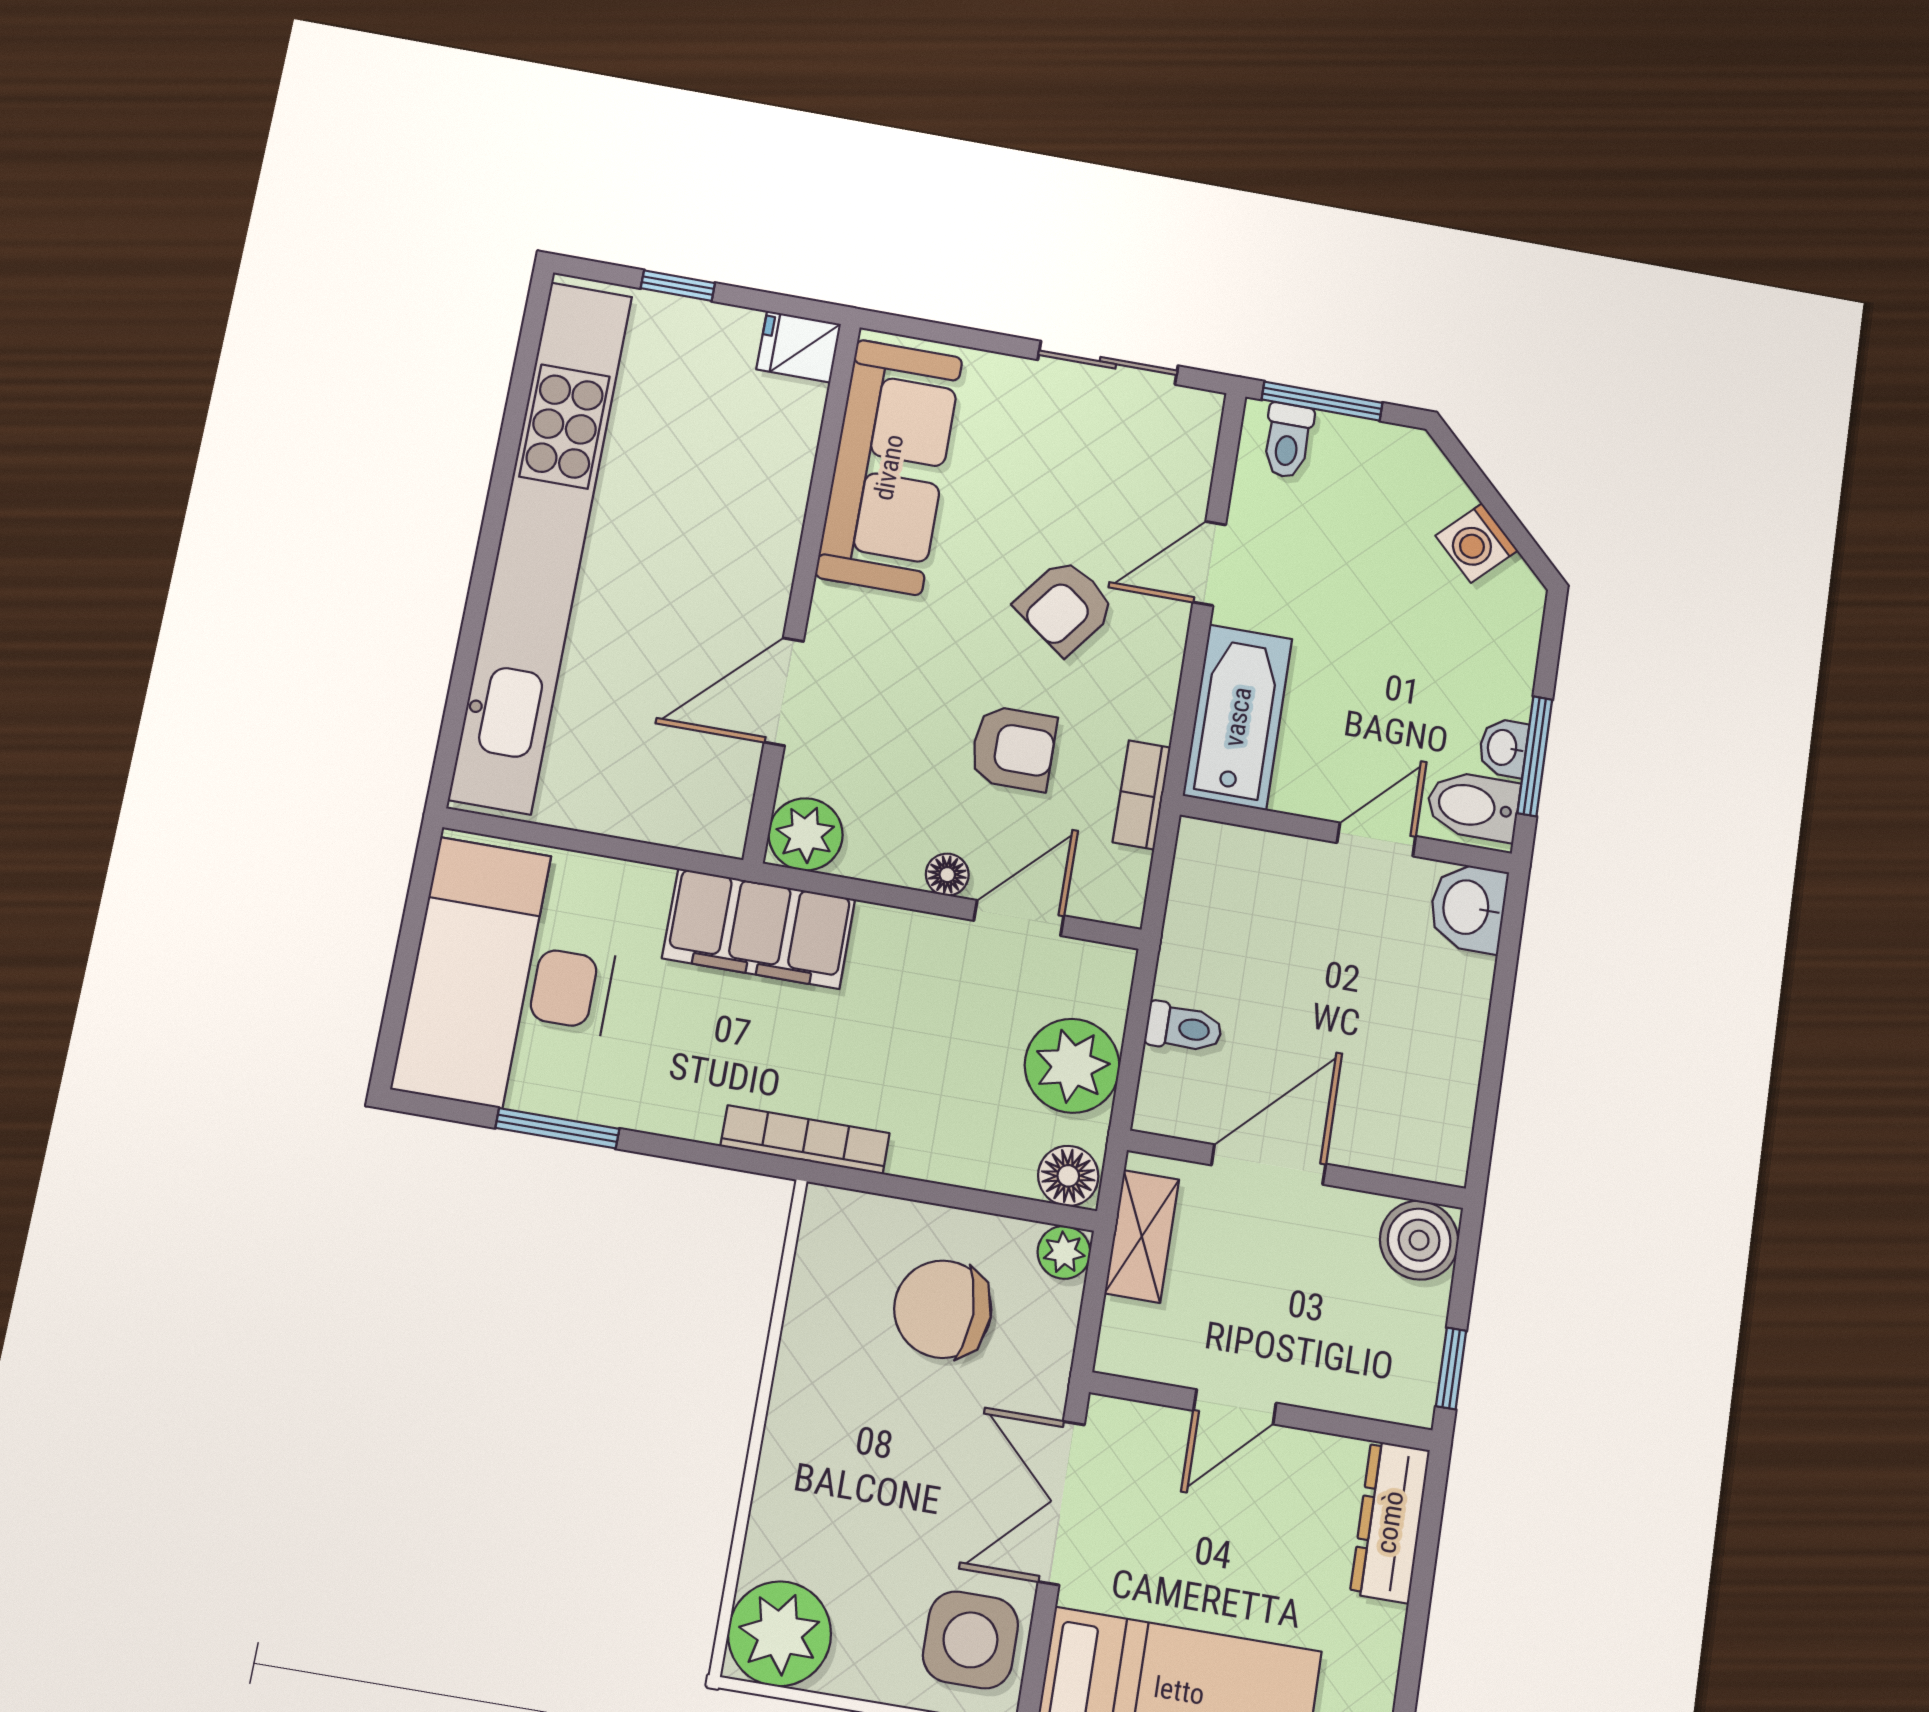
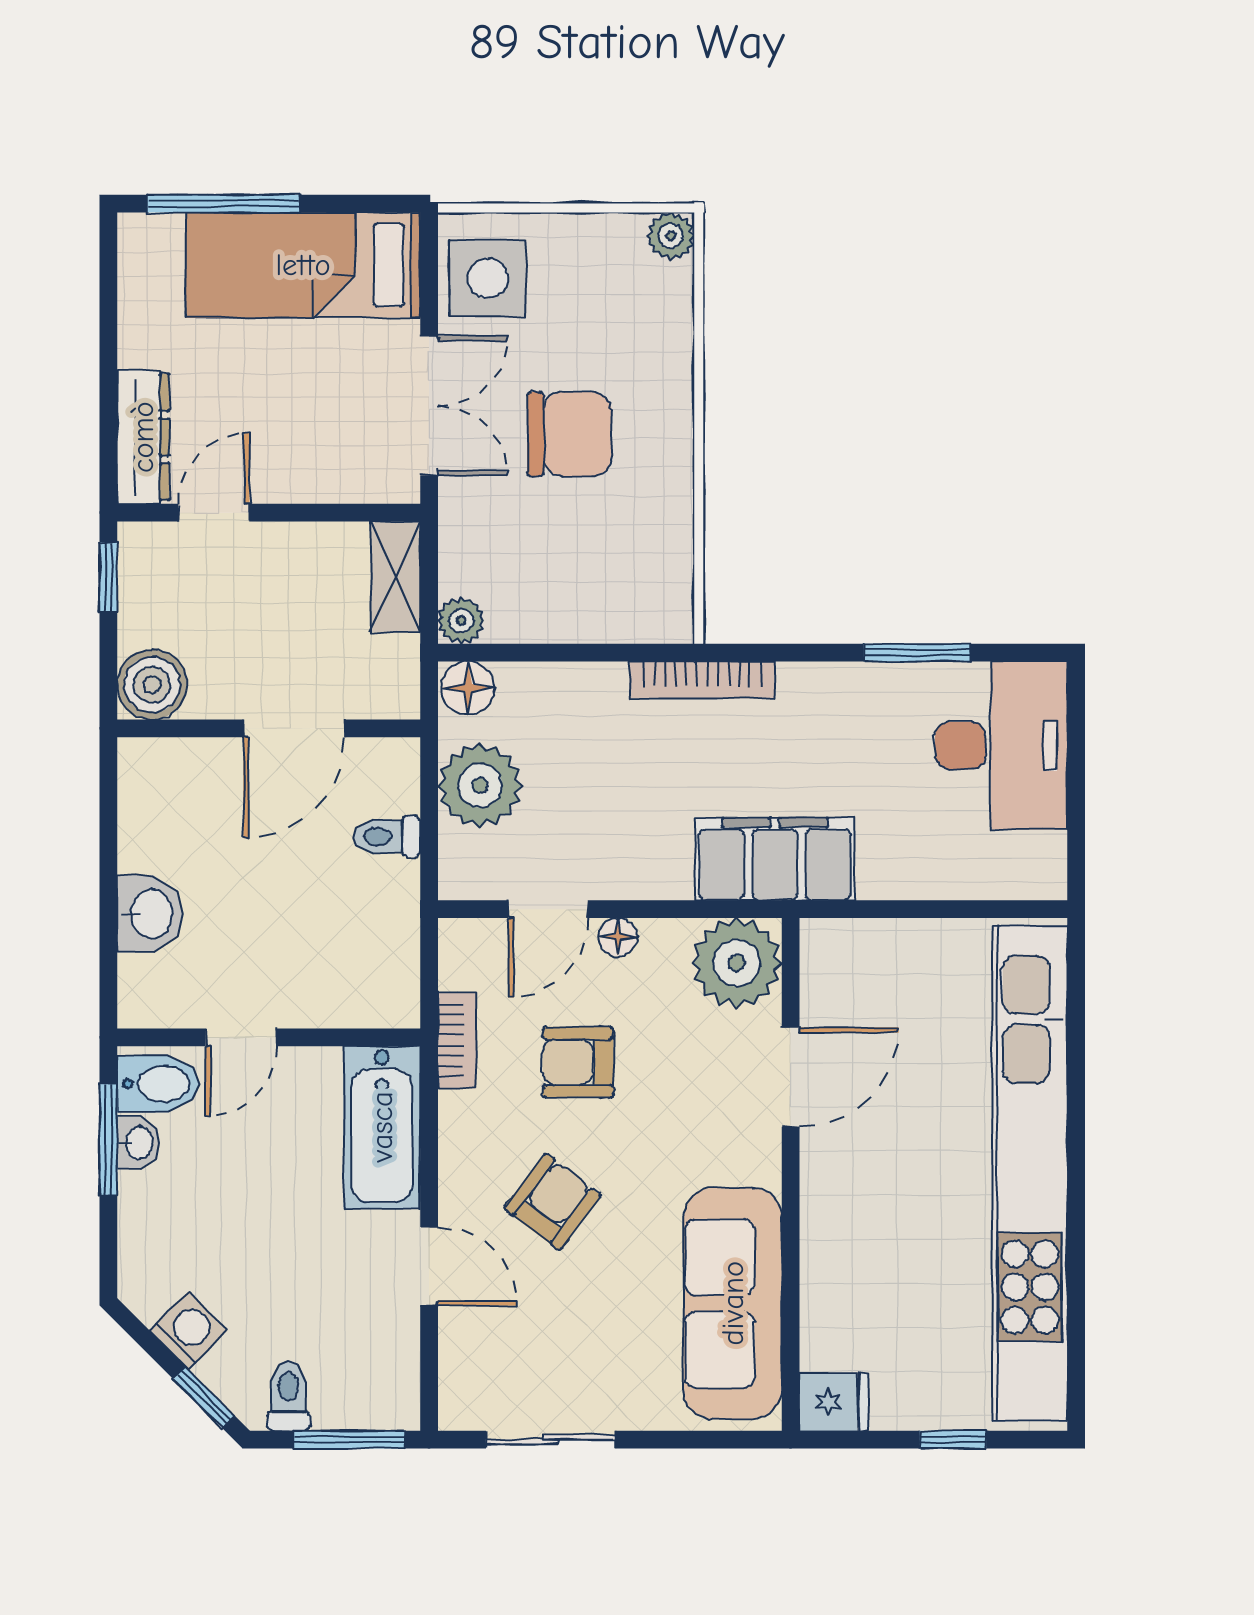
toilet: (1288, 441) -> (289, 1396), moved
window: (1470, 472) -> (204, 1397), added
door: (1209, 563) -> (429, 1266), hinge flipped
plant: (806, 834) -> (737, 963), width x1.36, depth x1.36
washbasin: (1468, 907) -> (150, 914), moved
desk: (512, 979) -> (1001, 745), width x0.73, depth x0.77
shelving: (1142, 1236) -> (395, 577), moved
chair: (943, 1309) -> (569, 434), moved
door: (1235, 1407) -> (214, 513), moved
plant: (780, 1634) -> (671, 236), width x0.53, depth x0.53

